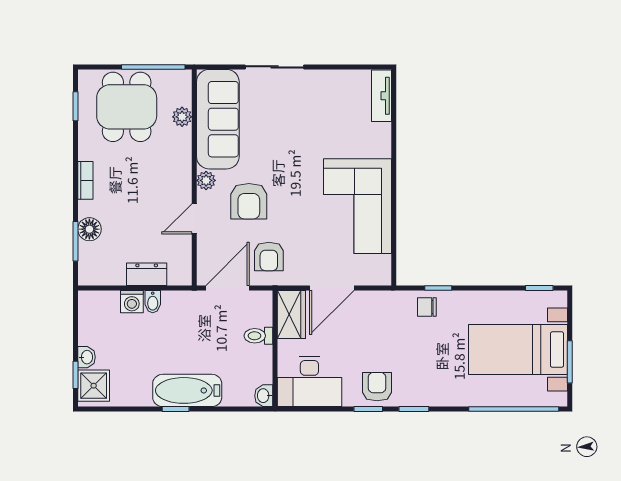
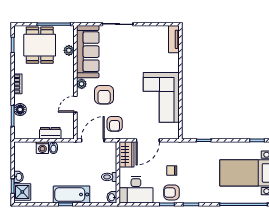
chair: (427, 307) -> (172, 171), moved
toilet: (258, 336) -> (109, 177), moved
armchair: (377, 387) -> (172, 192), turned -90

